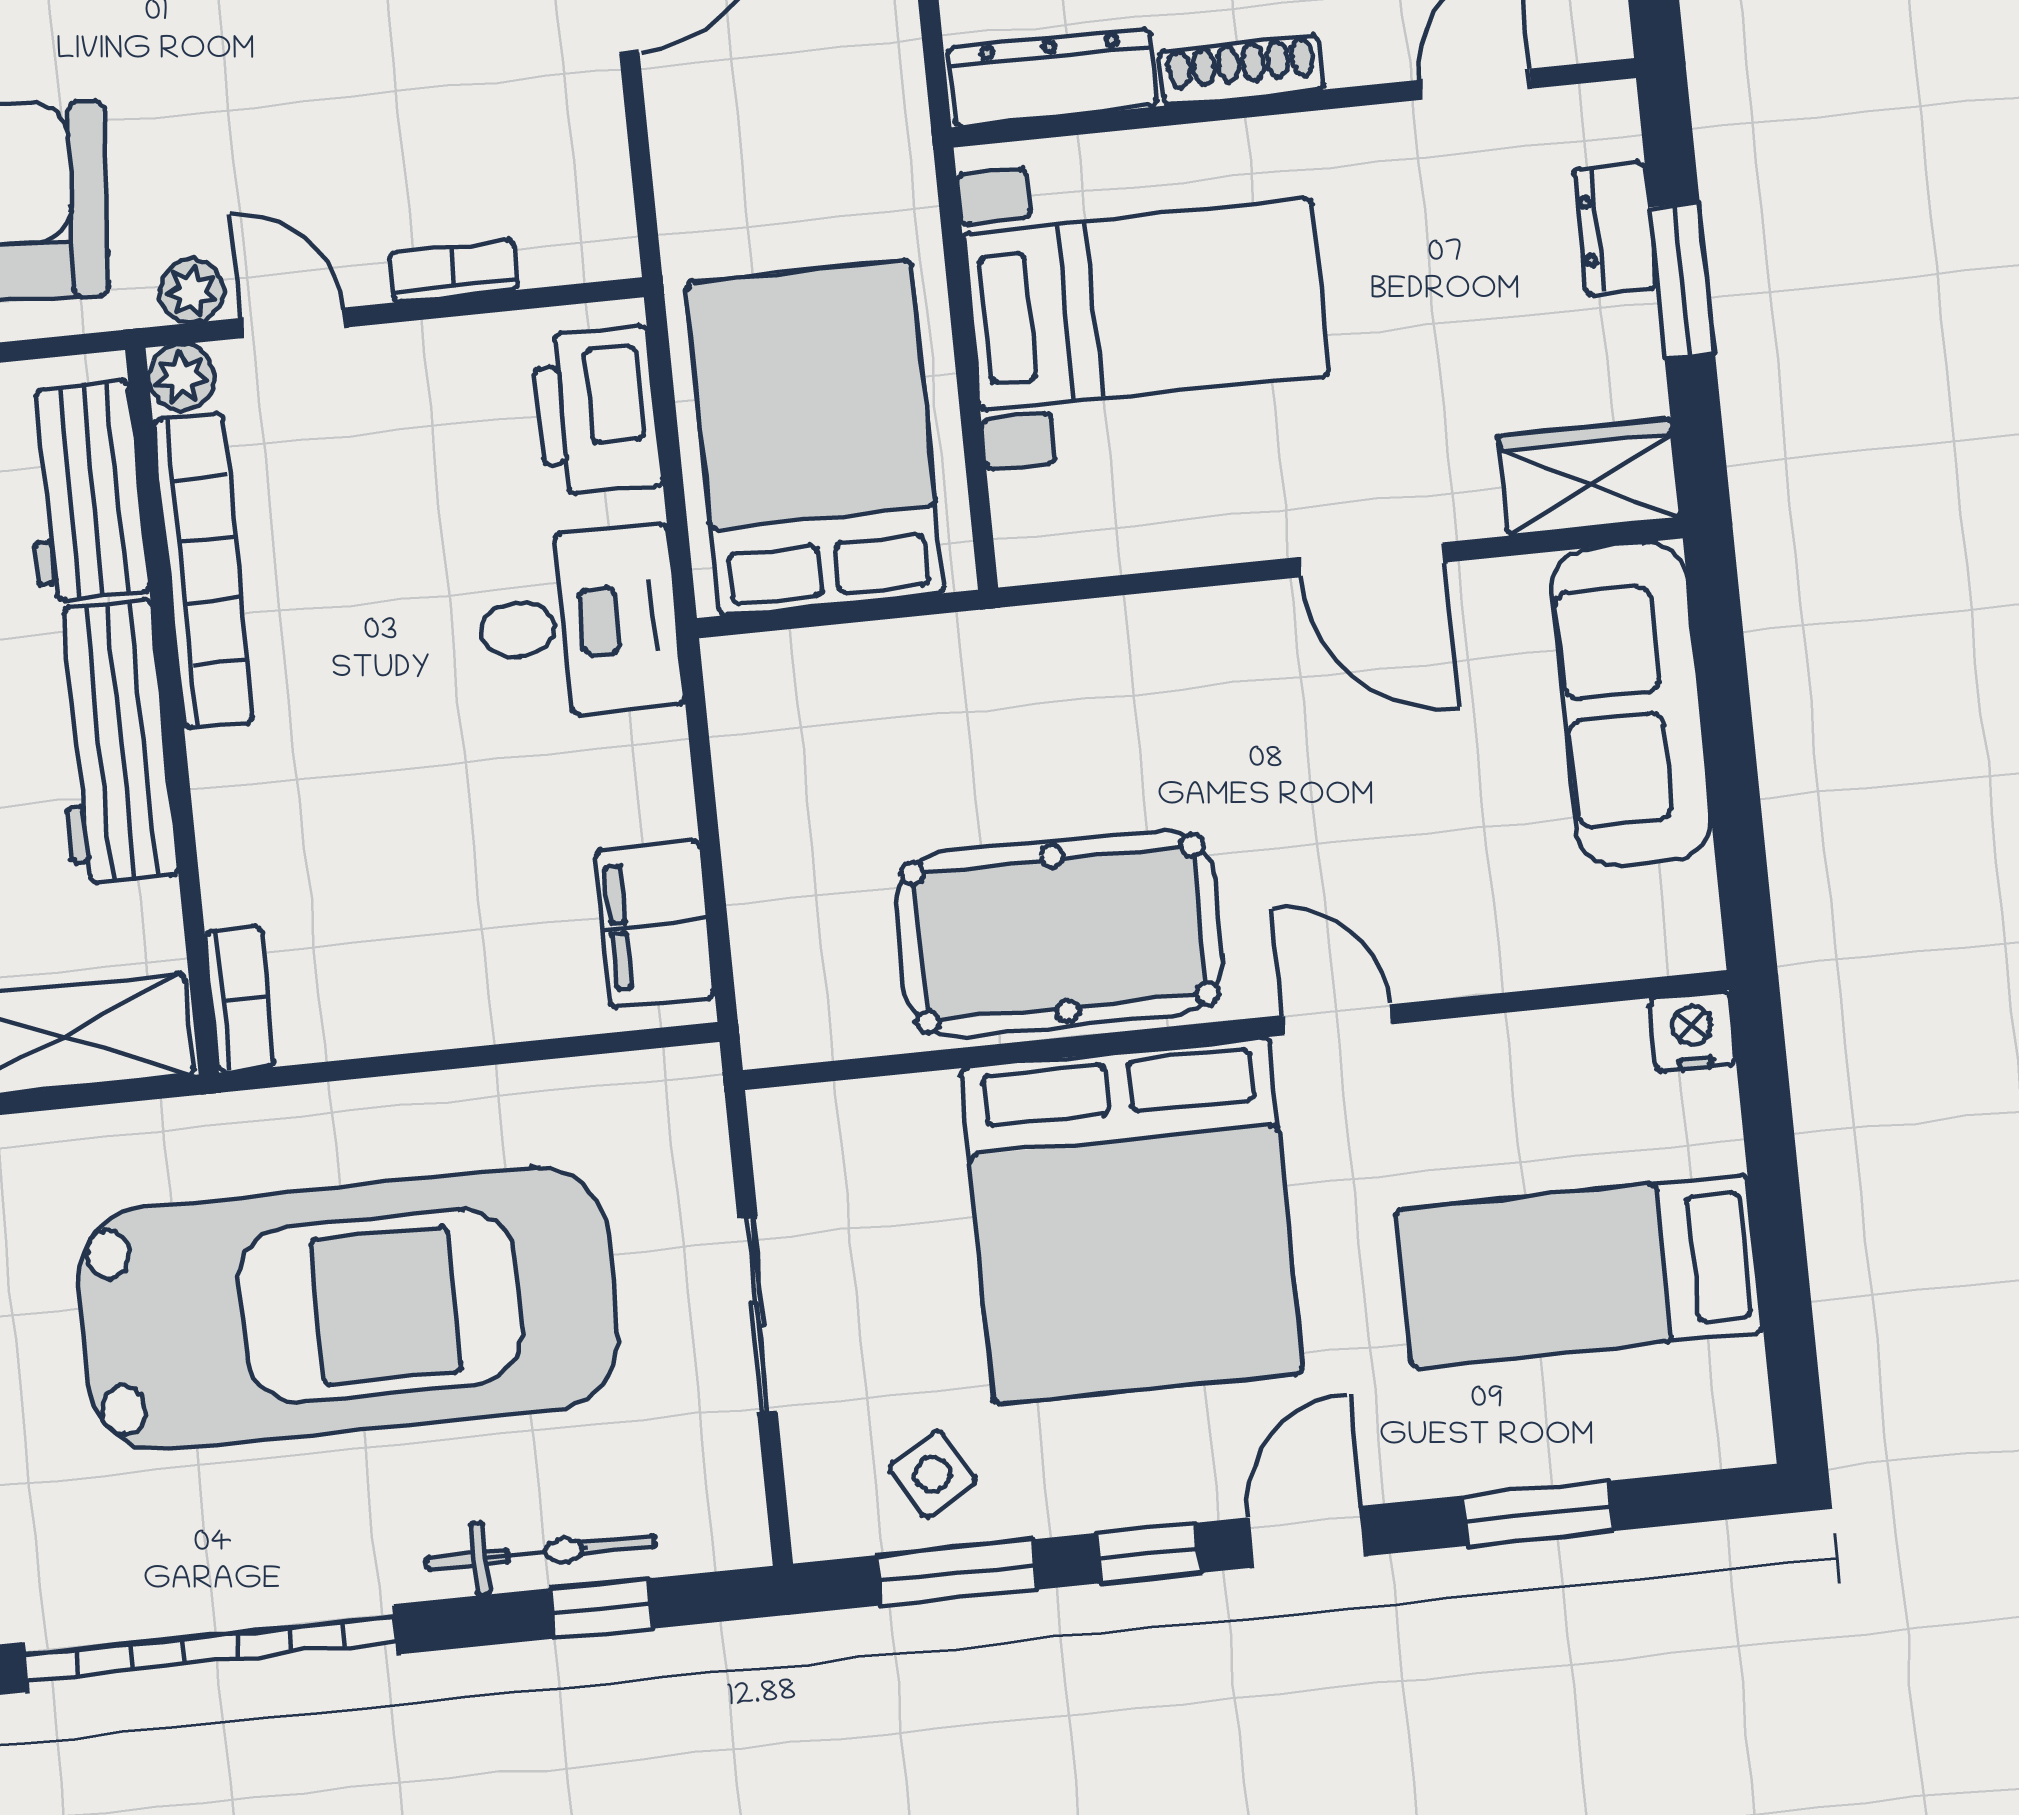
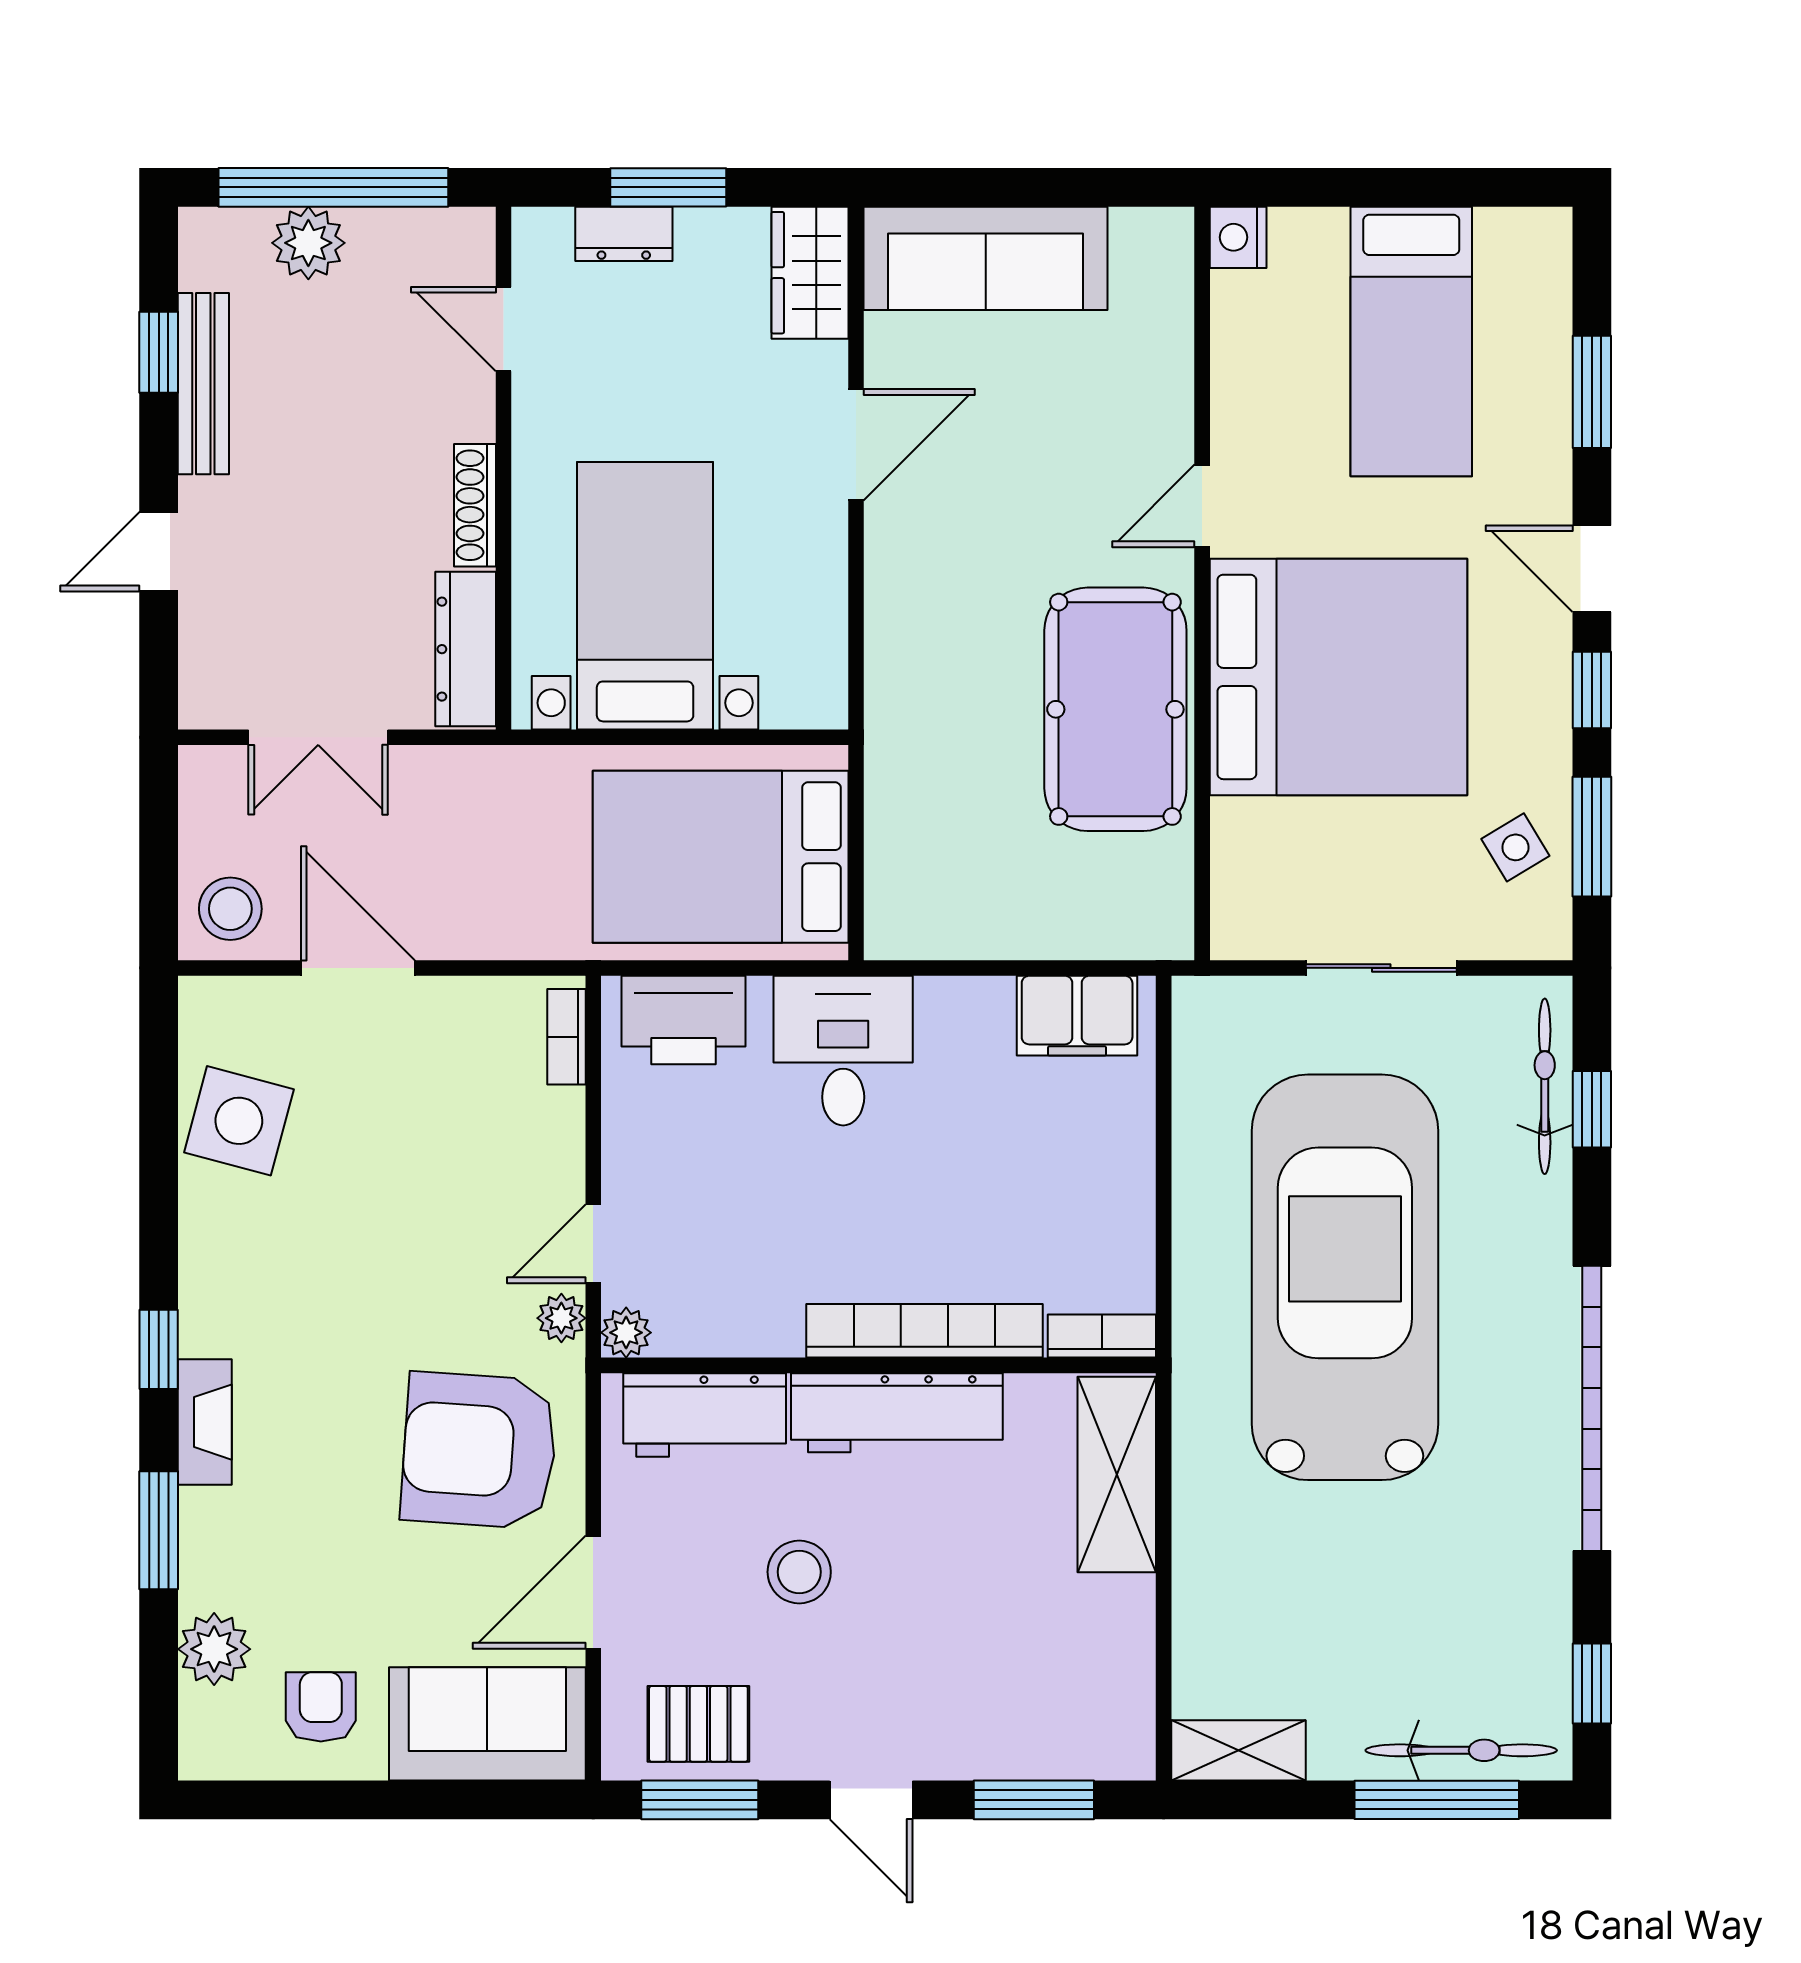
bookcase: (454, 271) -> (566, 1037), moved
bookcase: (203, 571) -> (925, 1331), moved
bicycle: (541, 1553) -> (1545, 1086), moved

